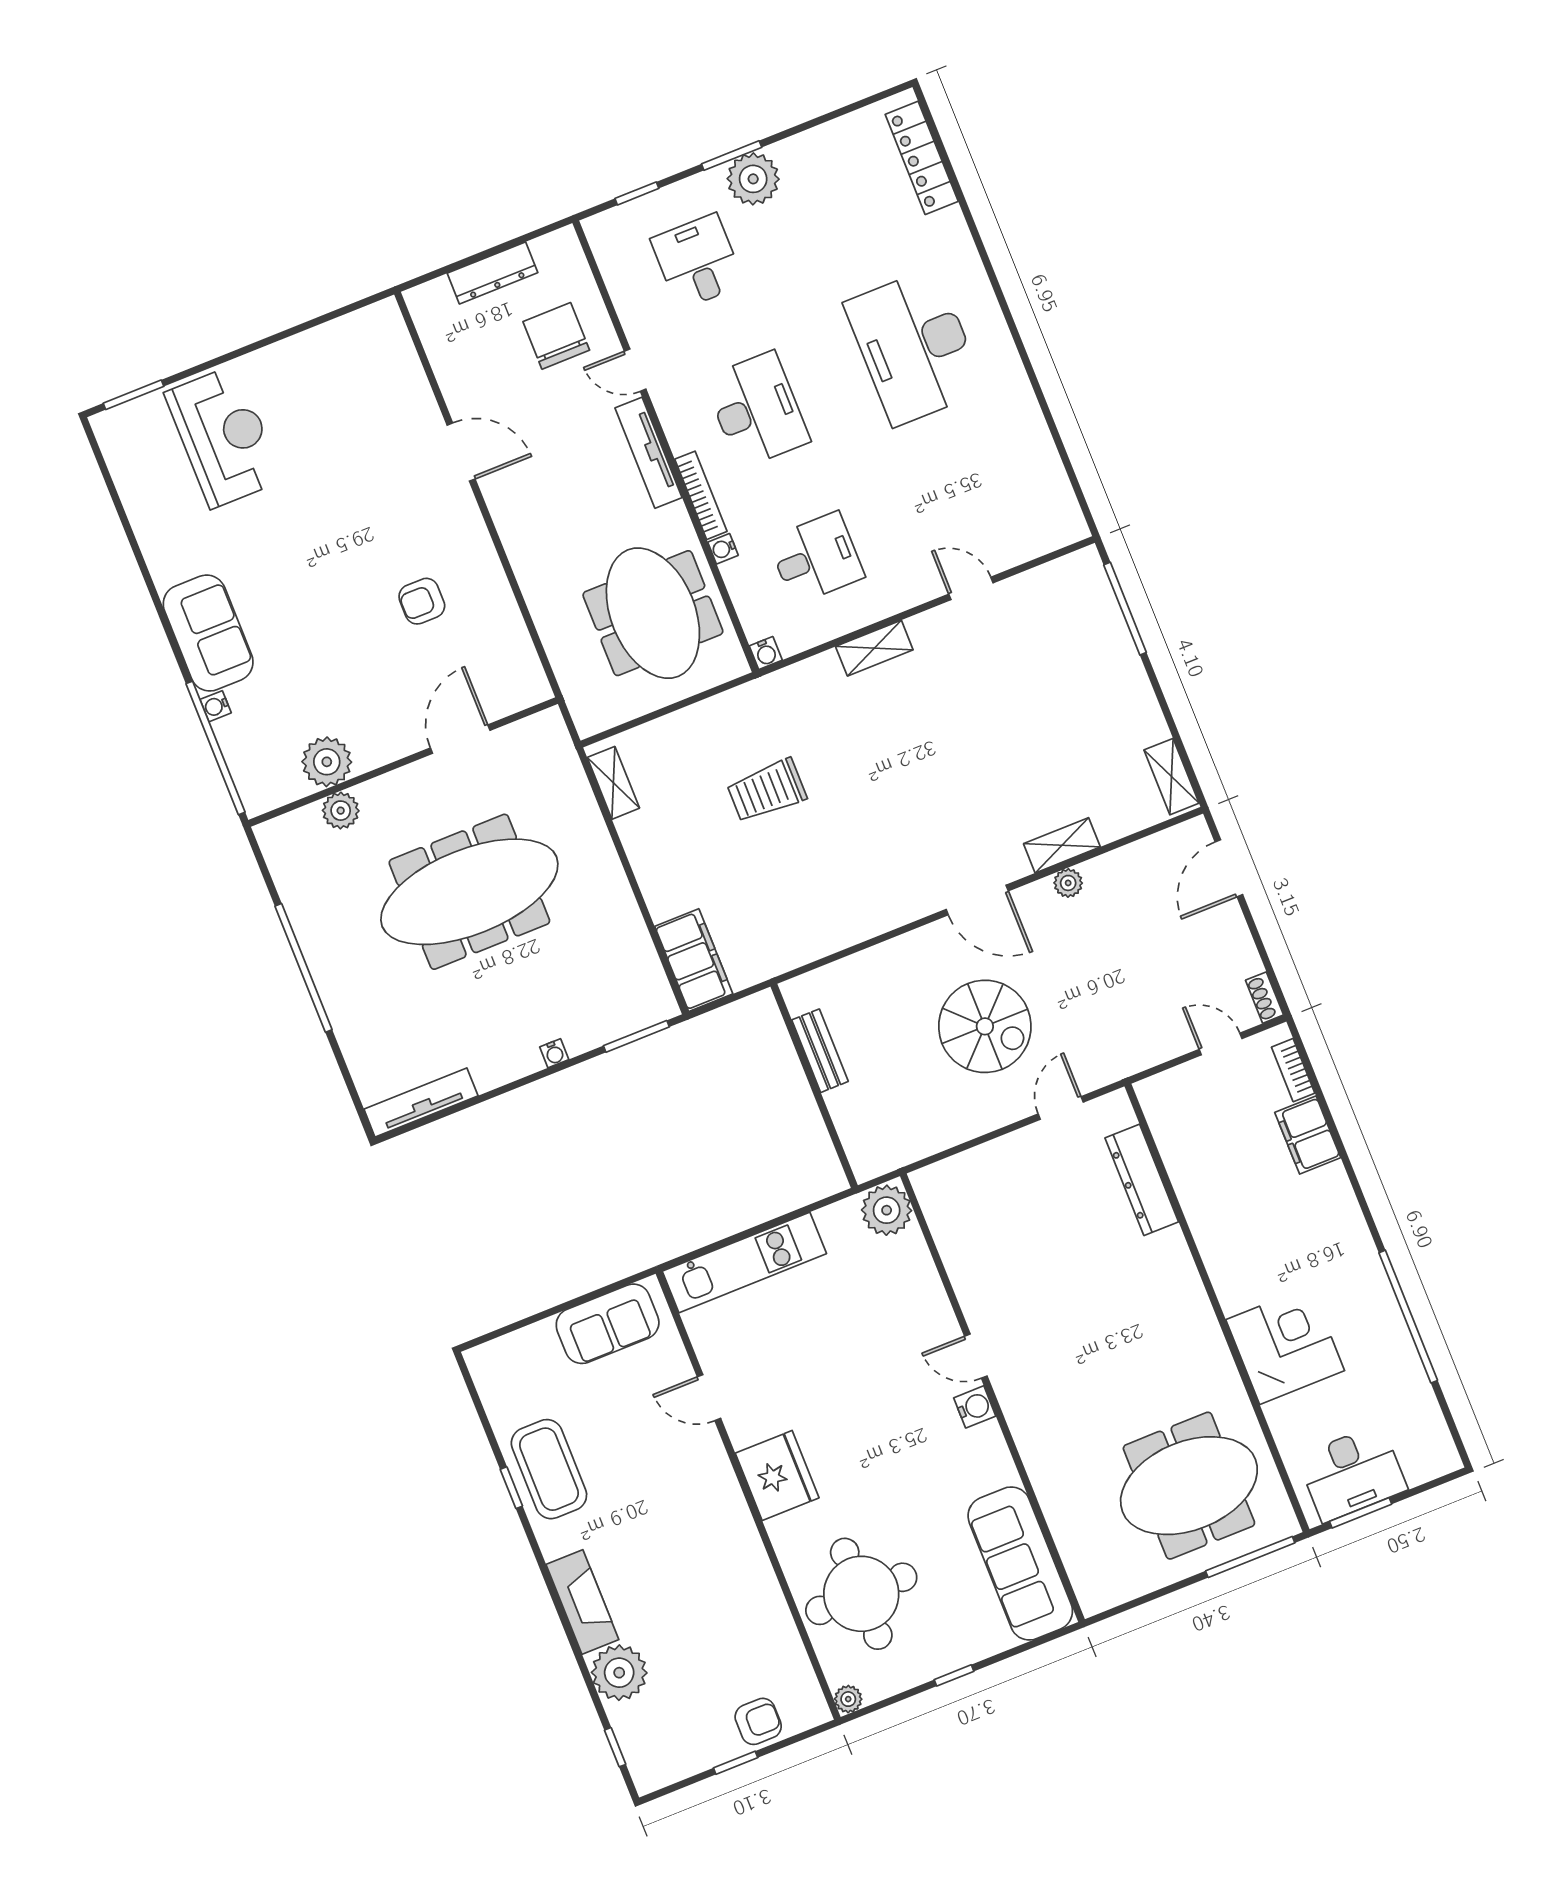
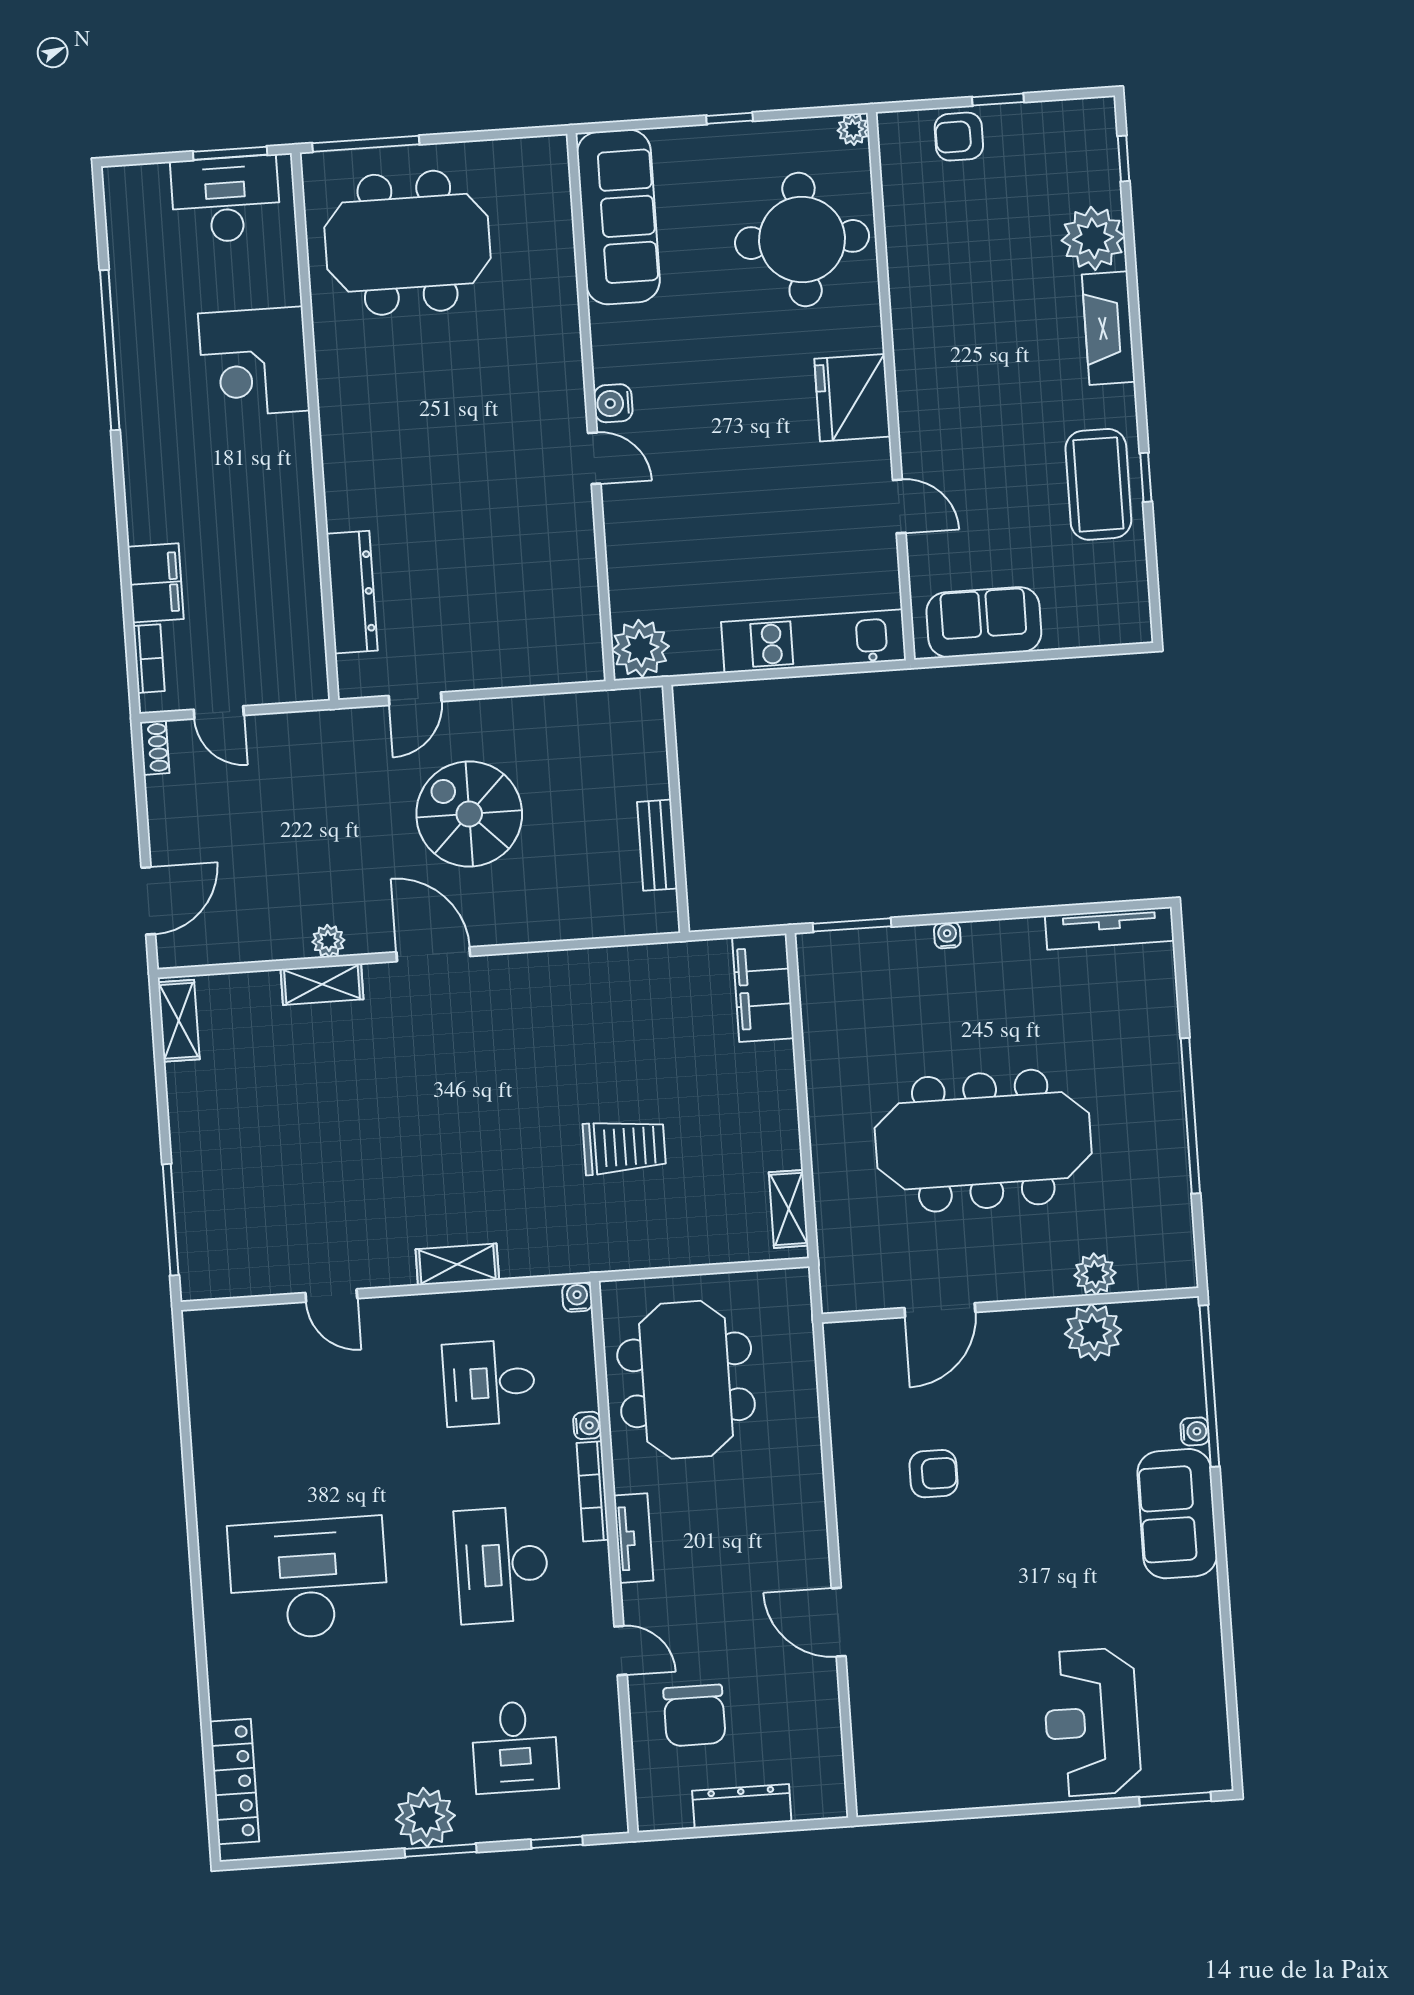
desk: (914, 347) -> (308, 1578), turned -90
tv unit: (649, 453) -> (634, 1538), width x0.71

